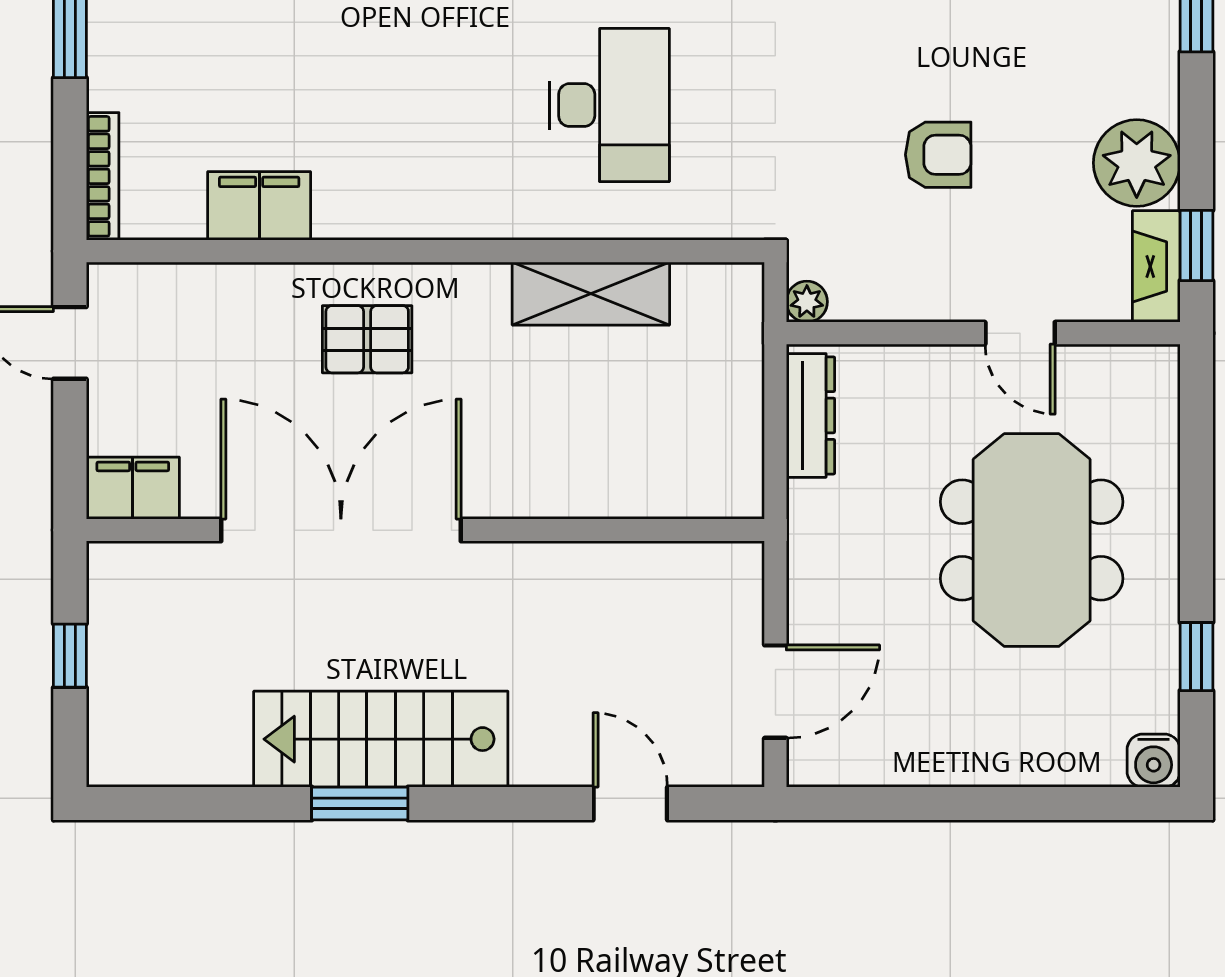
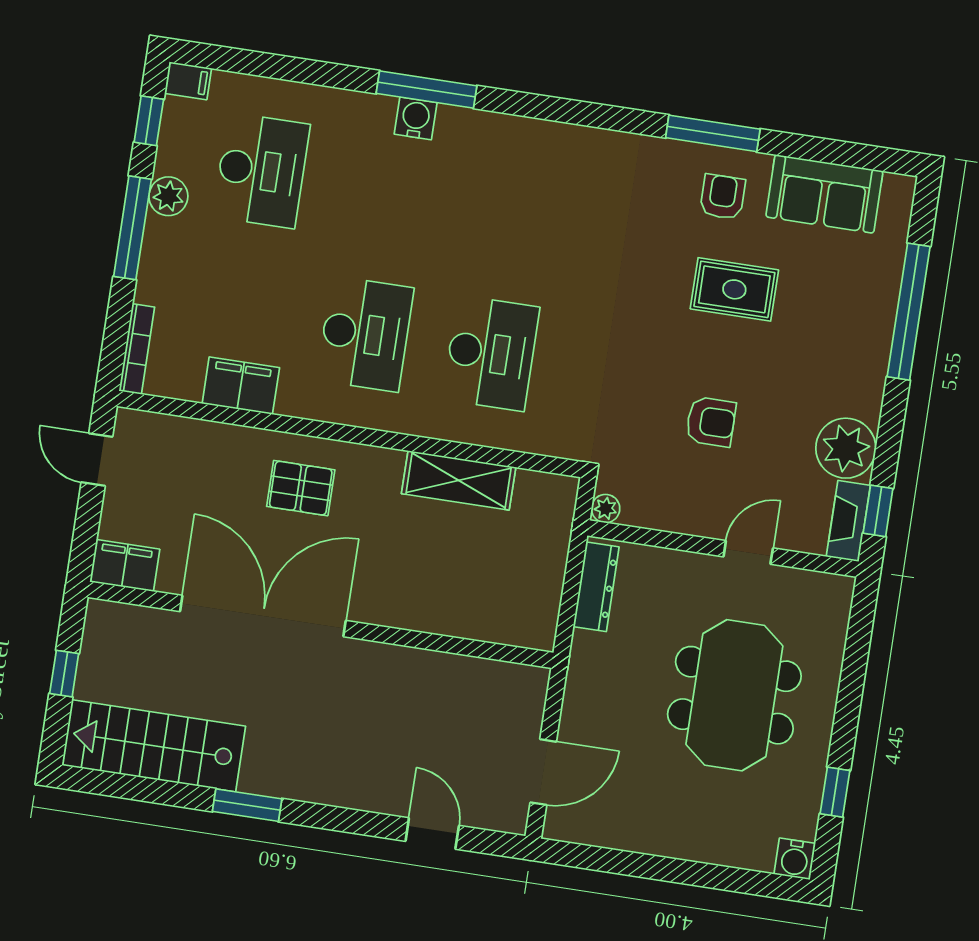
desk: (425, 105) -> (365, 334), added
door: (1020, 333) -> (748, 552), swing flipped
stairs: (381, 739) -> (154, 746), moved

